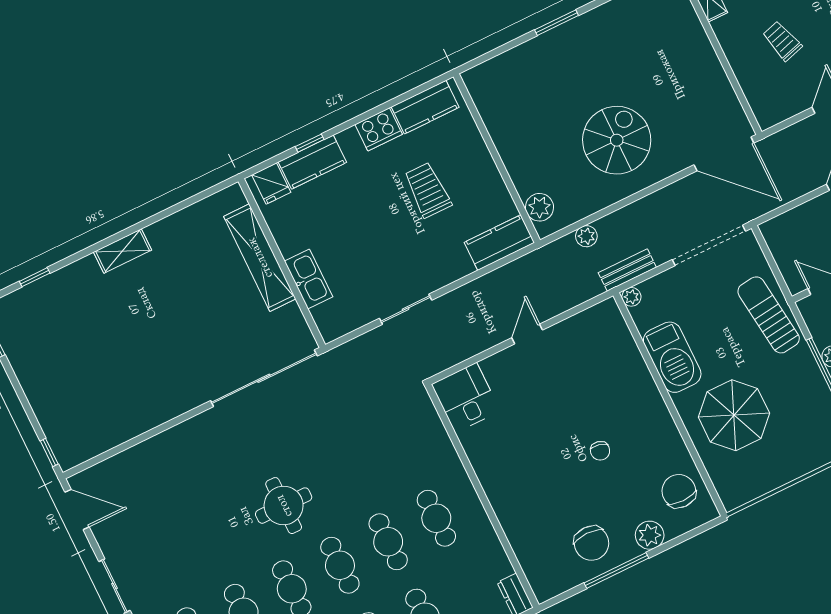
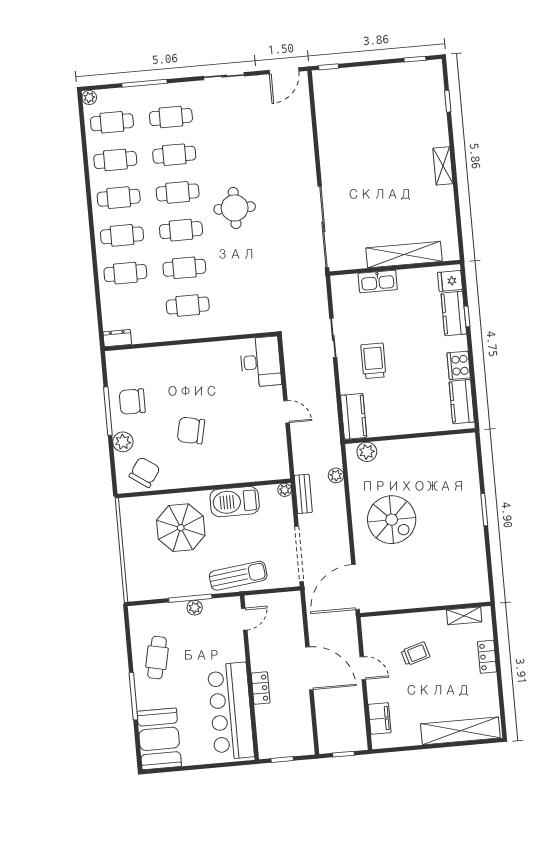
trolley: (428, 190) -> (373, 361), moved, turned -90
desk: (466, 398) -> (260, 362), width x1.37
chair: (600, 451) -> (191, 430), width x1.87, depth x1.87
chair: (679, 491) -> (145, 472), turned -55

